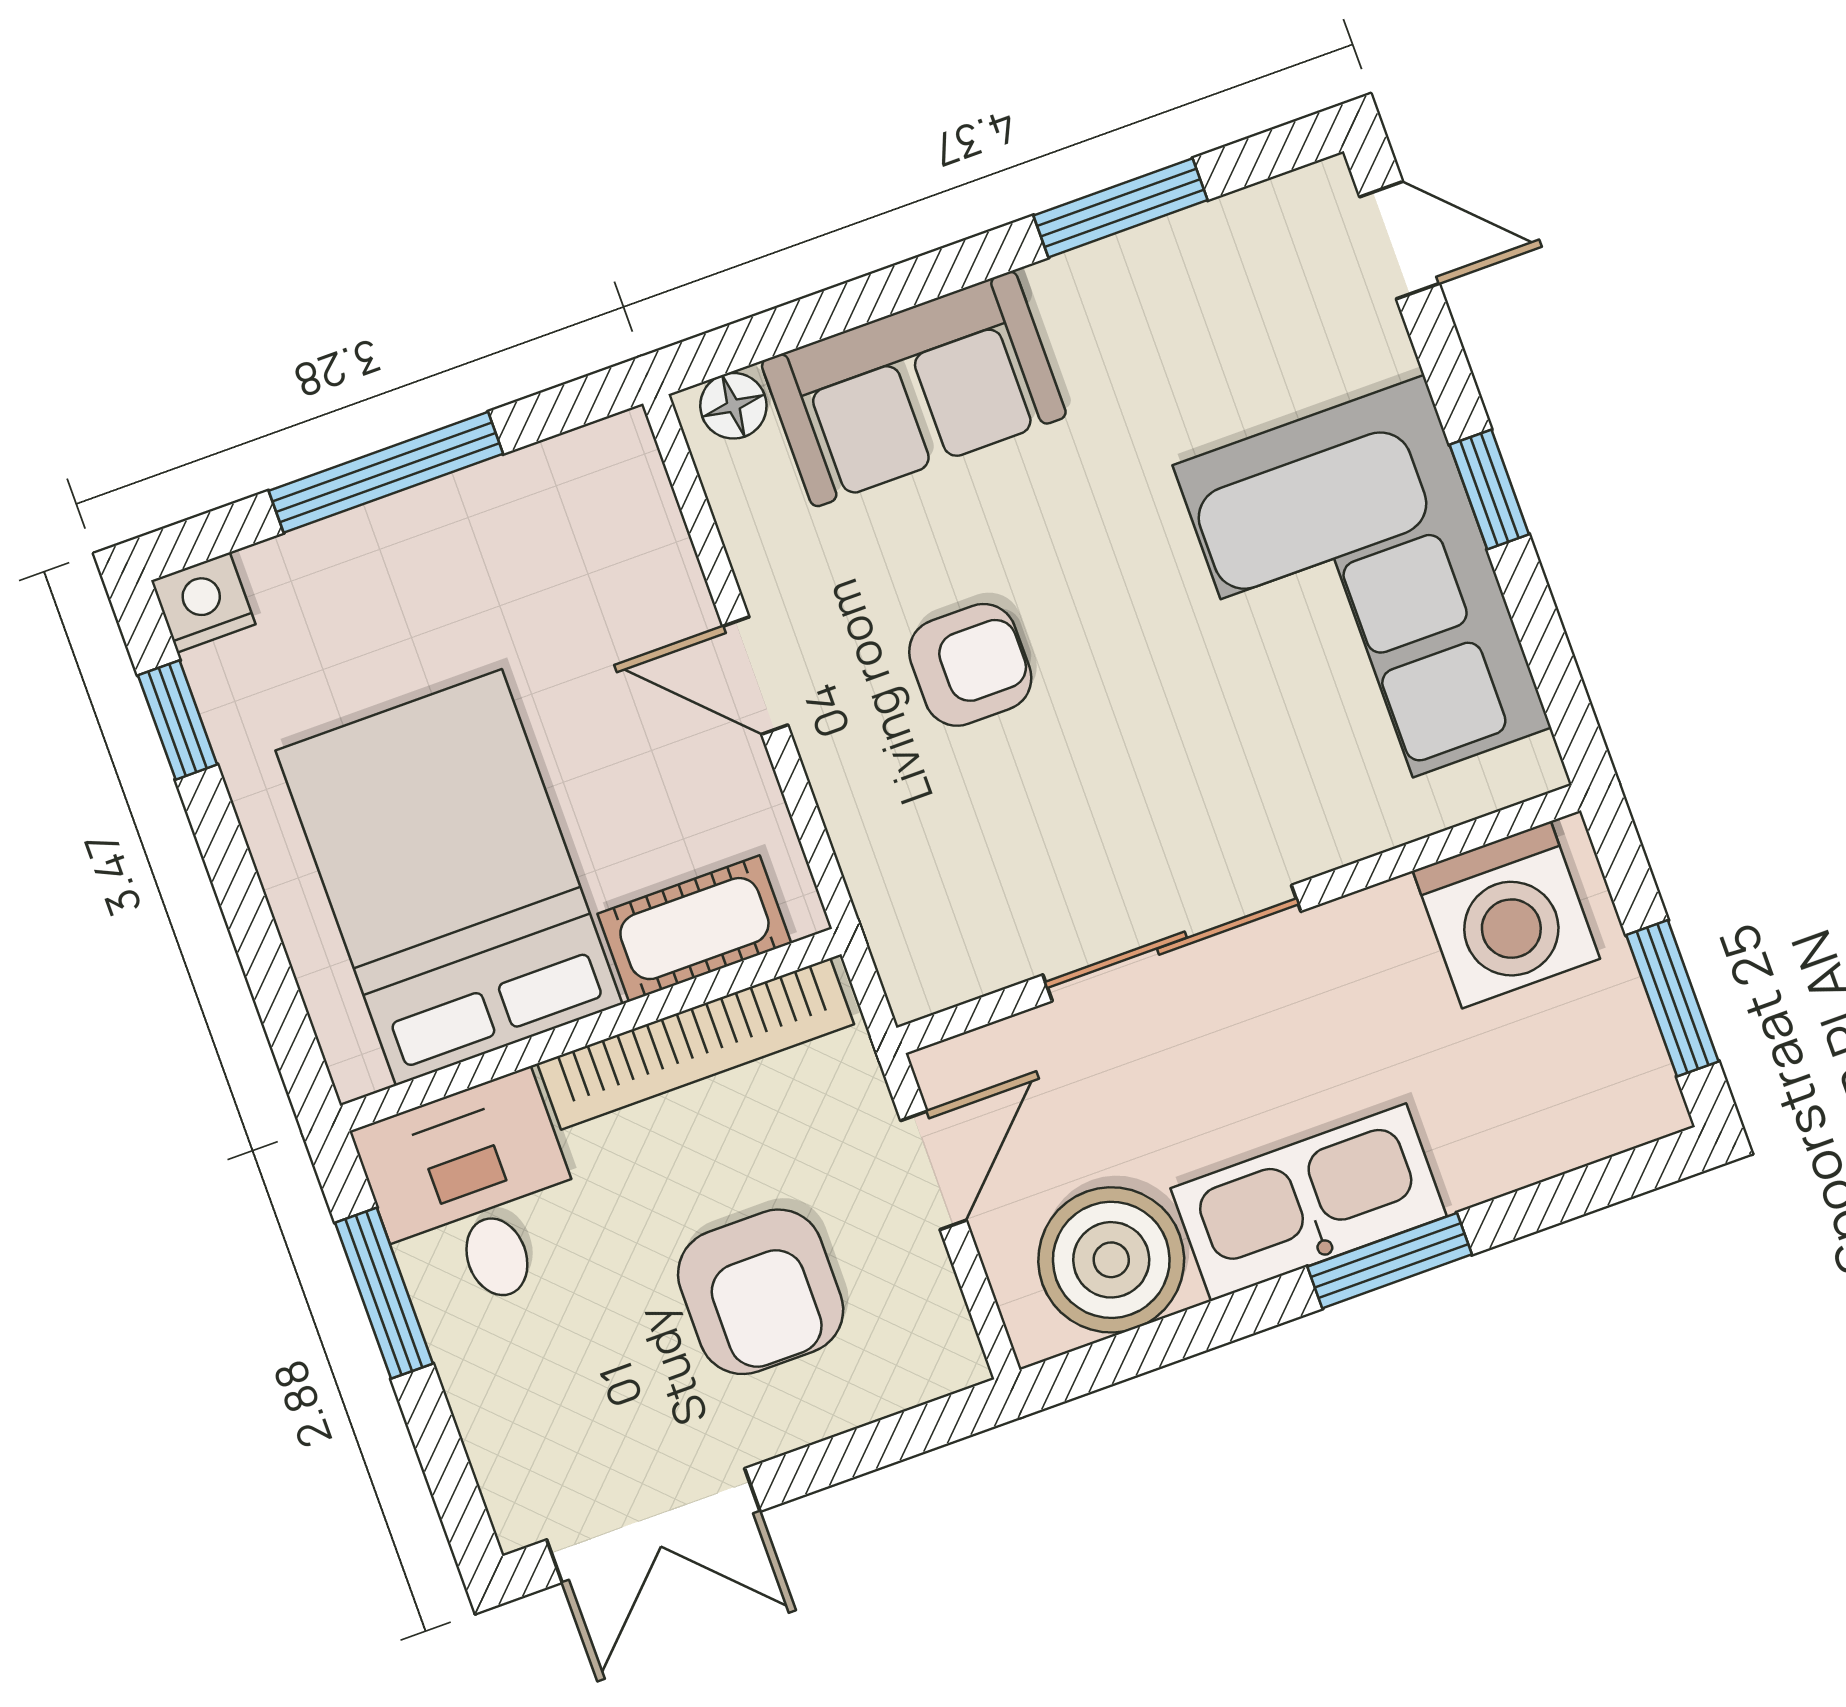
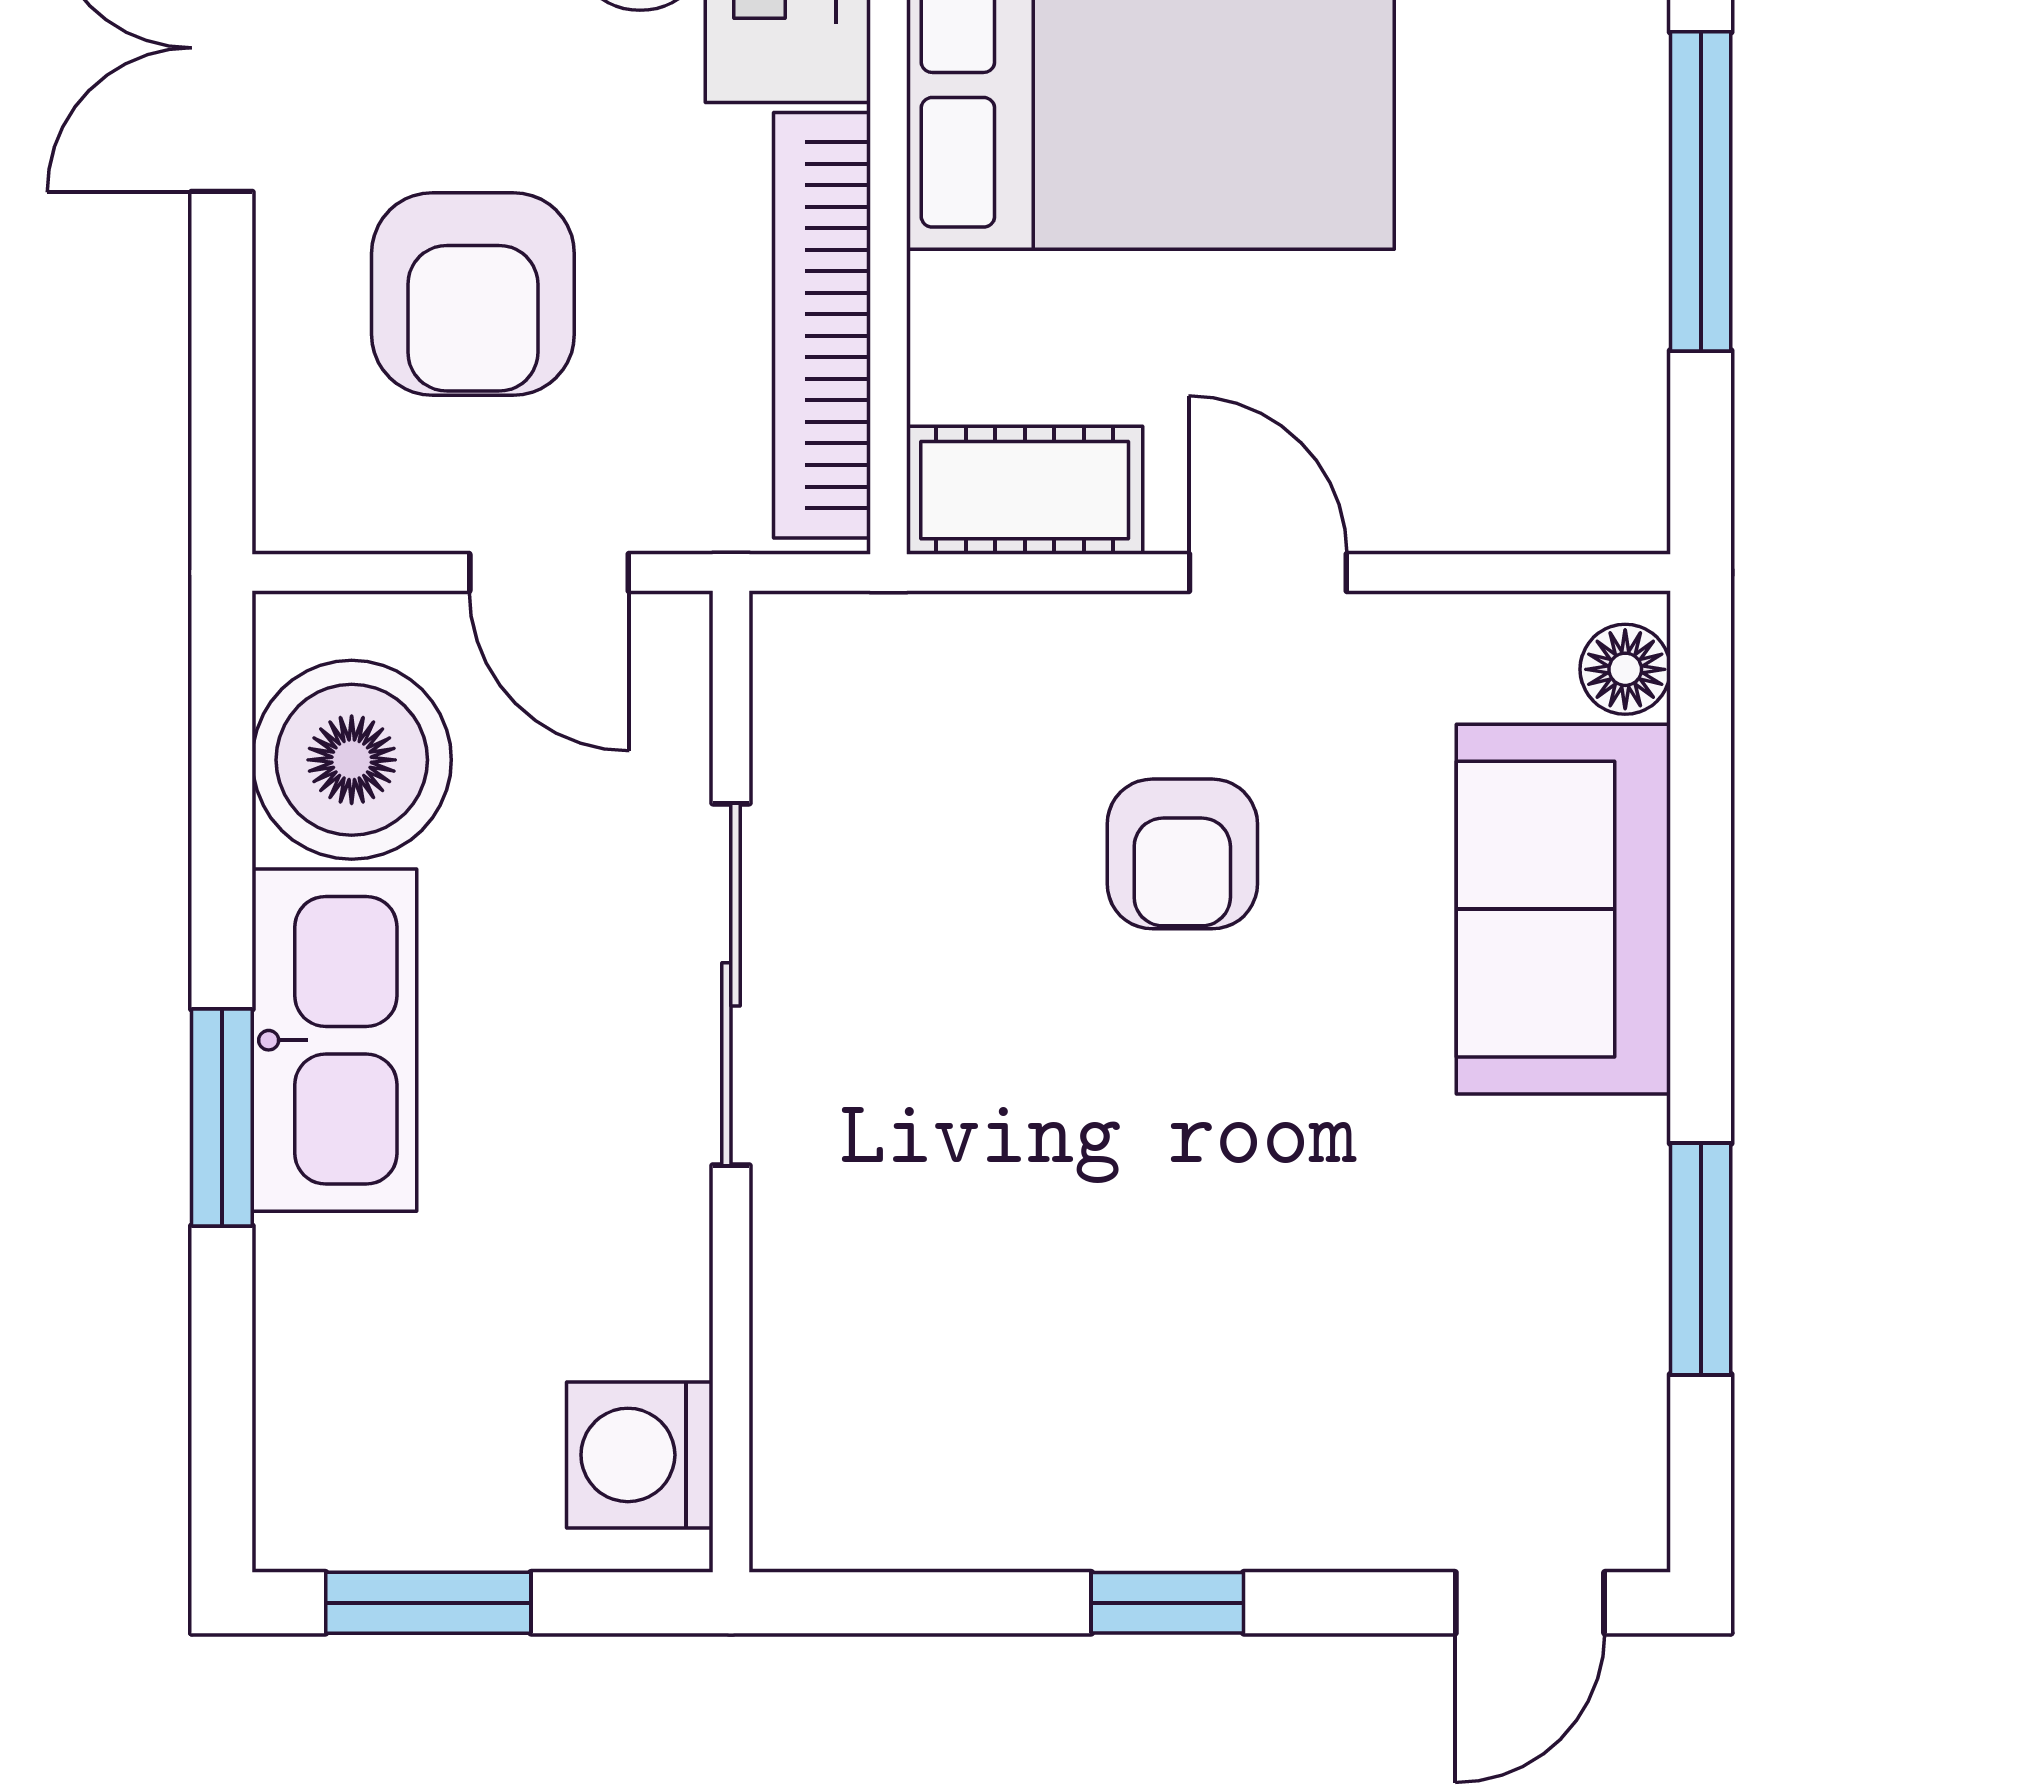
corner sofa: (1362, 596) -> (1089, 1389), removed
door: (755, 676) -> (1268, 572), hinge flipped
washing machine: (1506, 915) -> (640, 1455), width x0.73, depth x0.73
cot: (694, 929) -> (1025, 490), moved, turned 90
armchair: (761, 1292) -> (473, 294), turned -90

